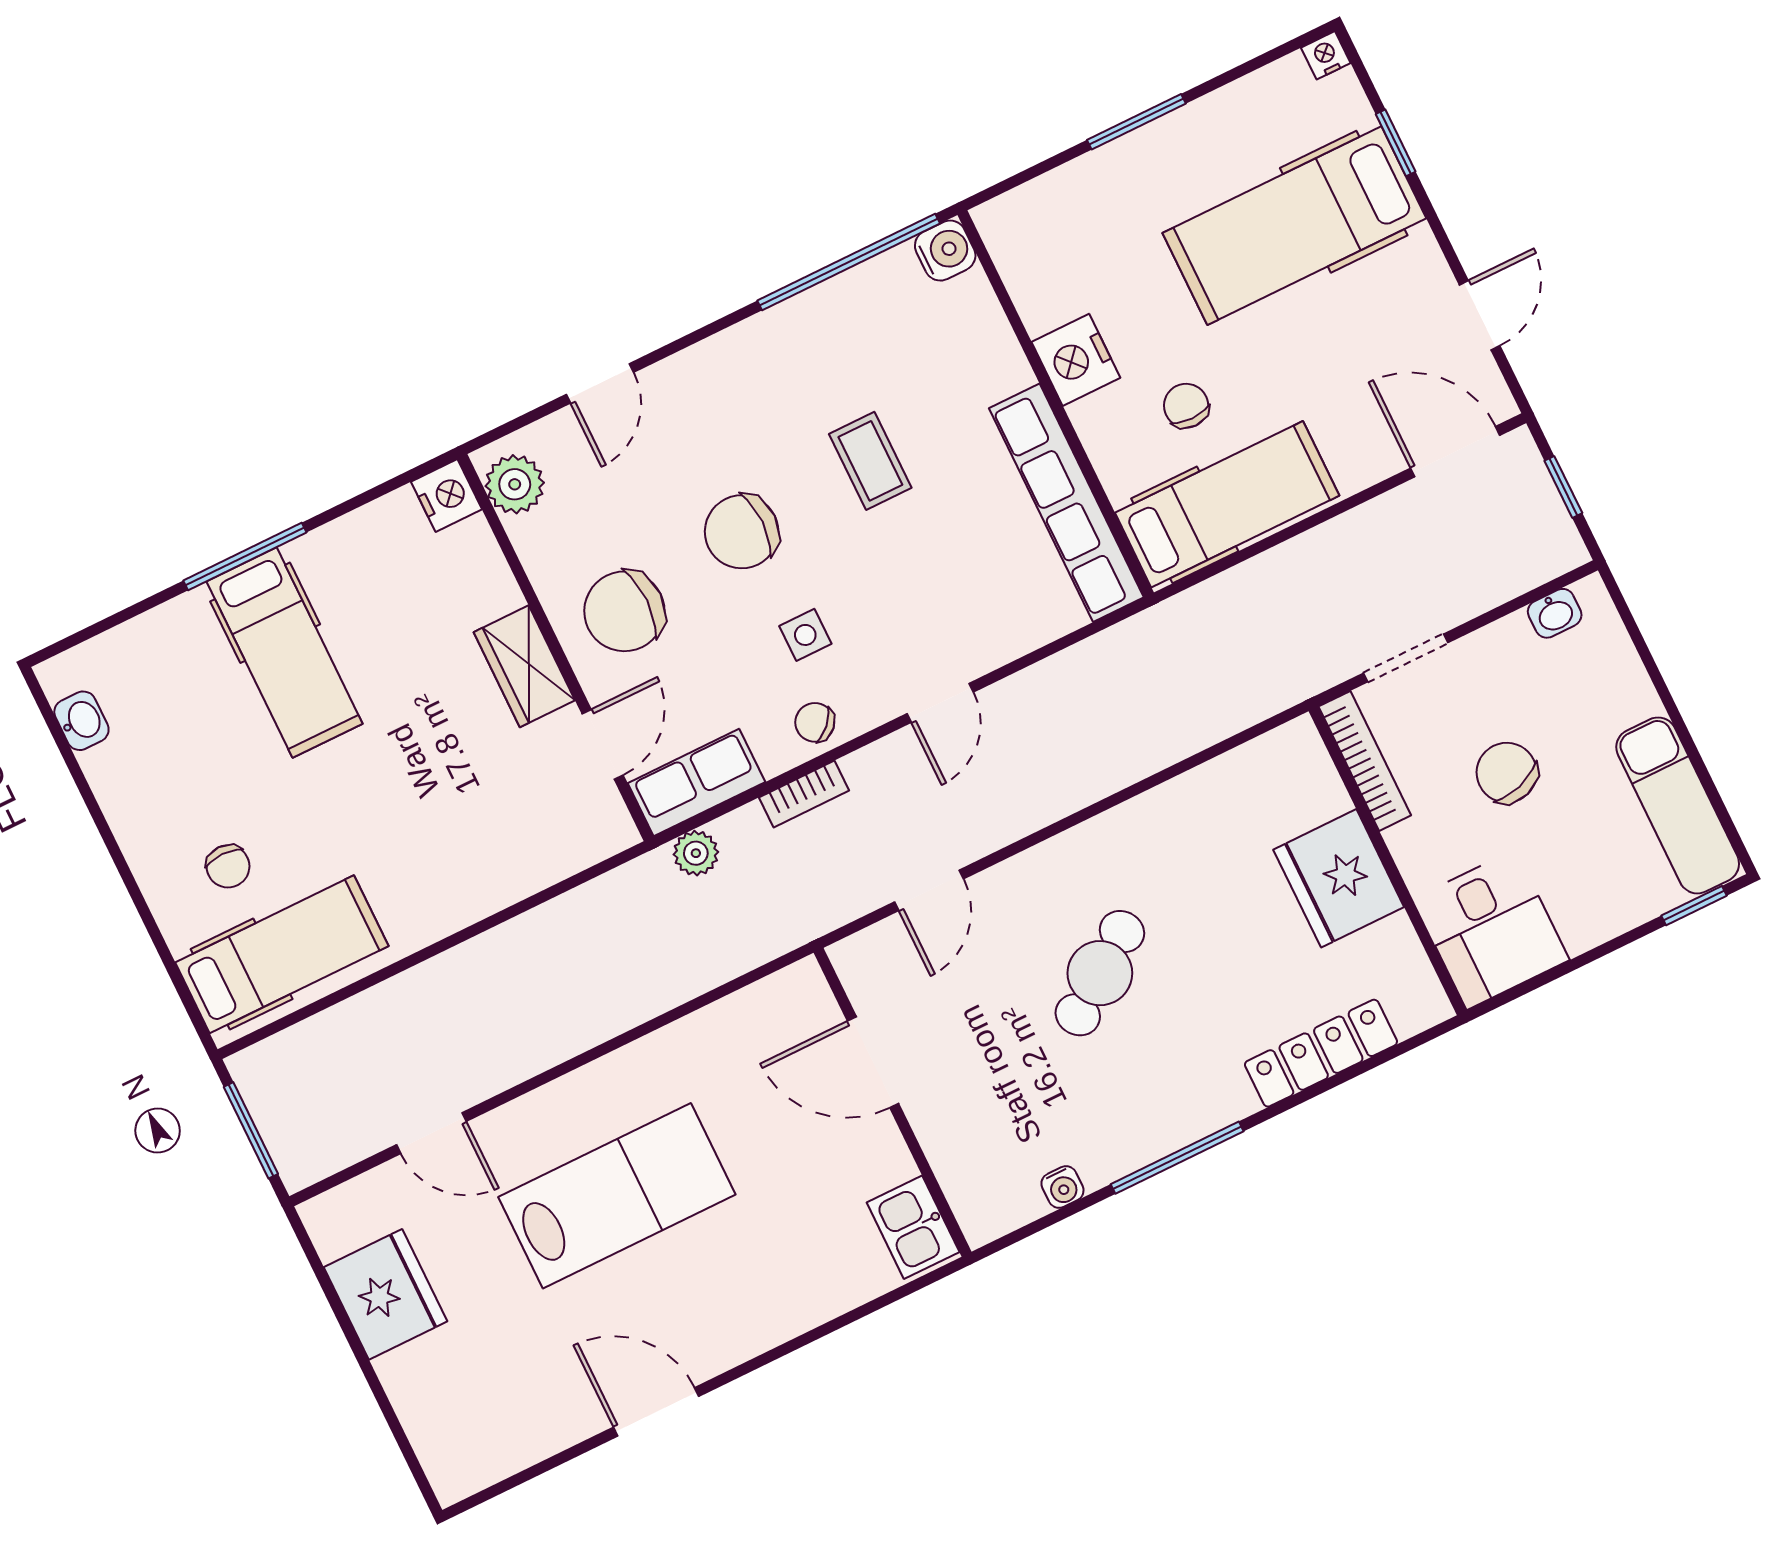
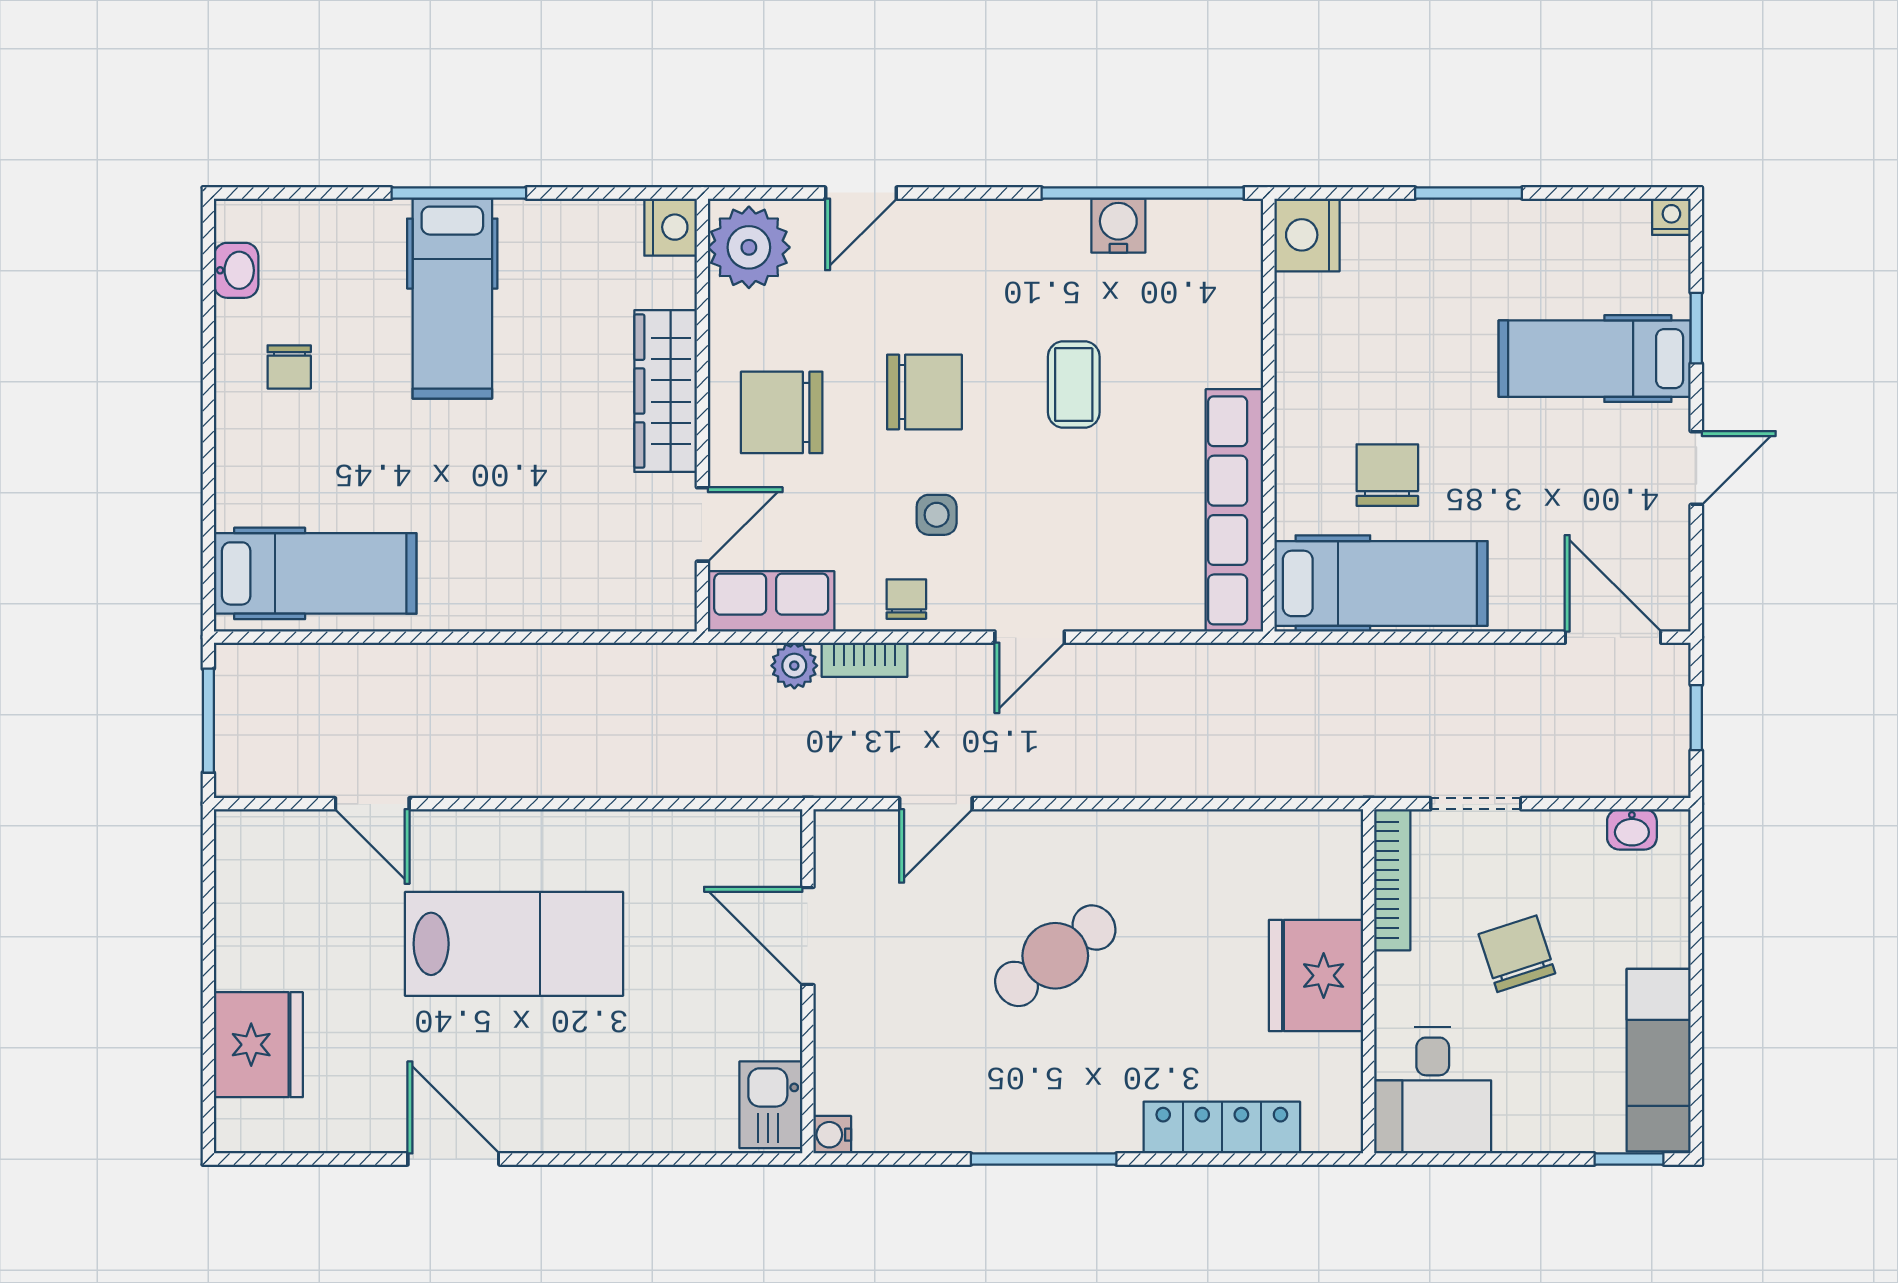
hospital bed: (1294, 226) -> (1595, 359), width x0.73, depth x0.78
water cooler: (945, 251) -> (1118, 226), moved, turned -90
door: (1480, 315) -> (1696, 468), moved
nightstand: (1076, 360) -> (1307, 235), moved
chair: (1186, 406) -> (1387, 475), width x1.37, depth x1.37
plant: (515, 484) -> (749, 247), width x1.36, depth x1.36
chair: (742, 532) -> (924, 392), turned 180
wardrobe: (524, 666) -> (666, 391), width x1.50
chair: (815, 722) -> (906, 599), turned 46
plant: (696, 853) -> (794, 666), moved
chair: (228, 866) -> (289, 367), moved
water cooler: (1062, 1187) -> (832, 1135), moved, turned 90
fridge: (386, 1294) -> (258, 1045), moved

